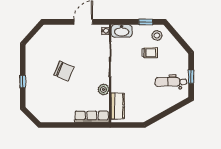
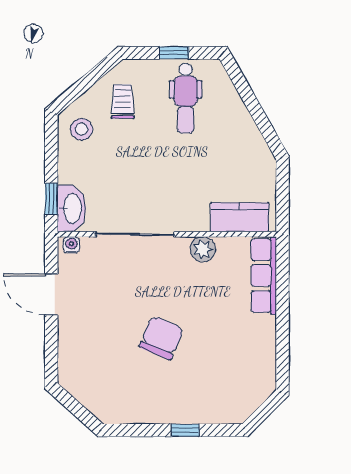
window: (146, 22) -> (51, 199), moved
trolley: (150, 53) -> (123, 101), moved

